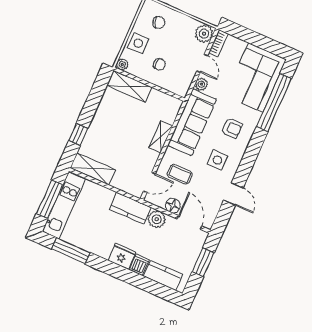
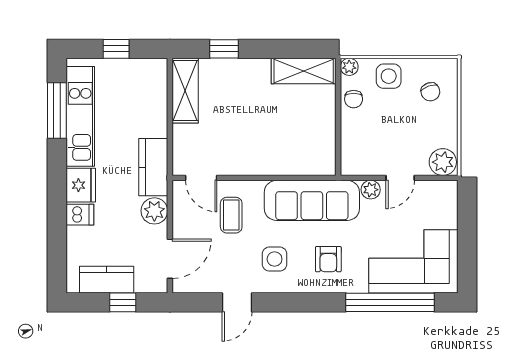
bookcase: (218, 43) -> (438, 188), removed
chair: (159, 64) -> (354, 99), moved
shelving: (129, 86) -> (304, 71), moved, turned 90
shelving: (161, 137) -> (272, 165), removed
window: (50, 199) -> (116, 49), width x0.46
kitchen unit: (64, 205) -> (80, 116), moved, turned -90
floor lamp: (173, 206) -> (183, 225), removed
window: (203, 262) -> (123, 302), width x0.67
kitchen counter: (163, 275) -> (107, 280), moved, turned -90

